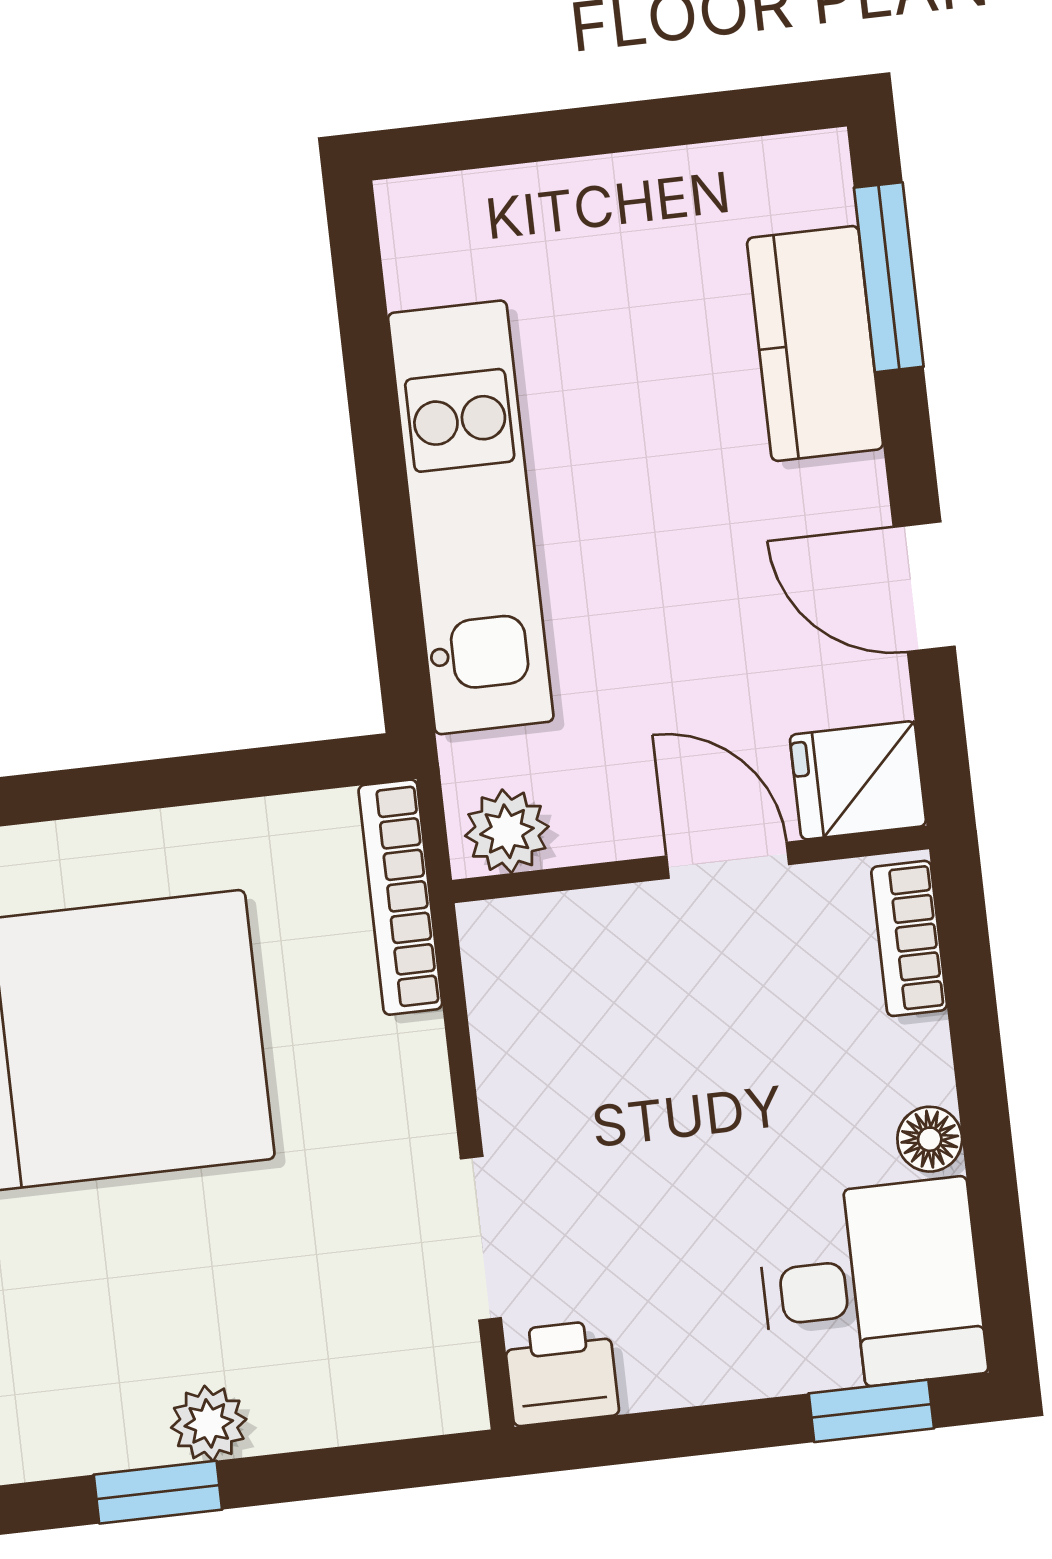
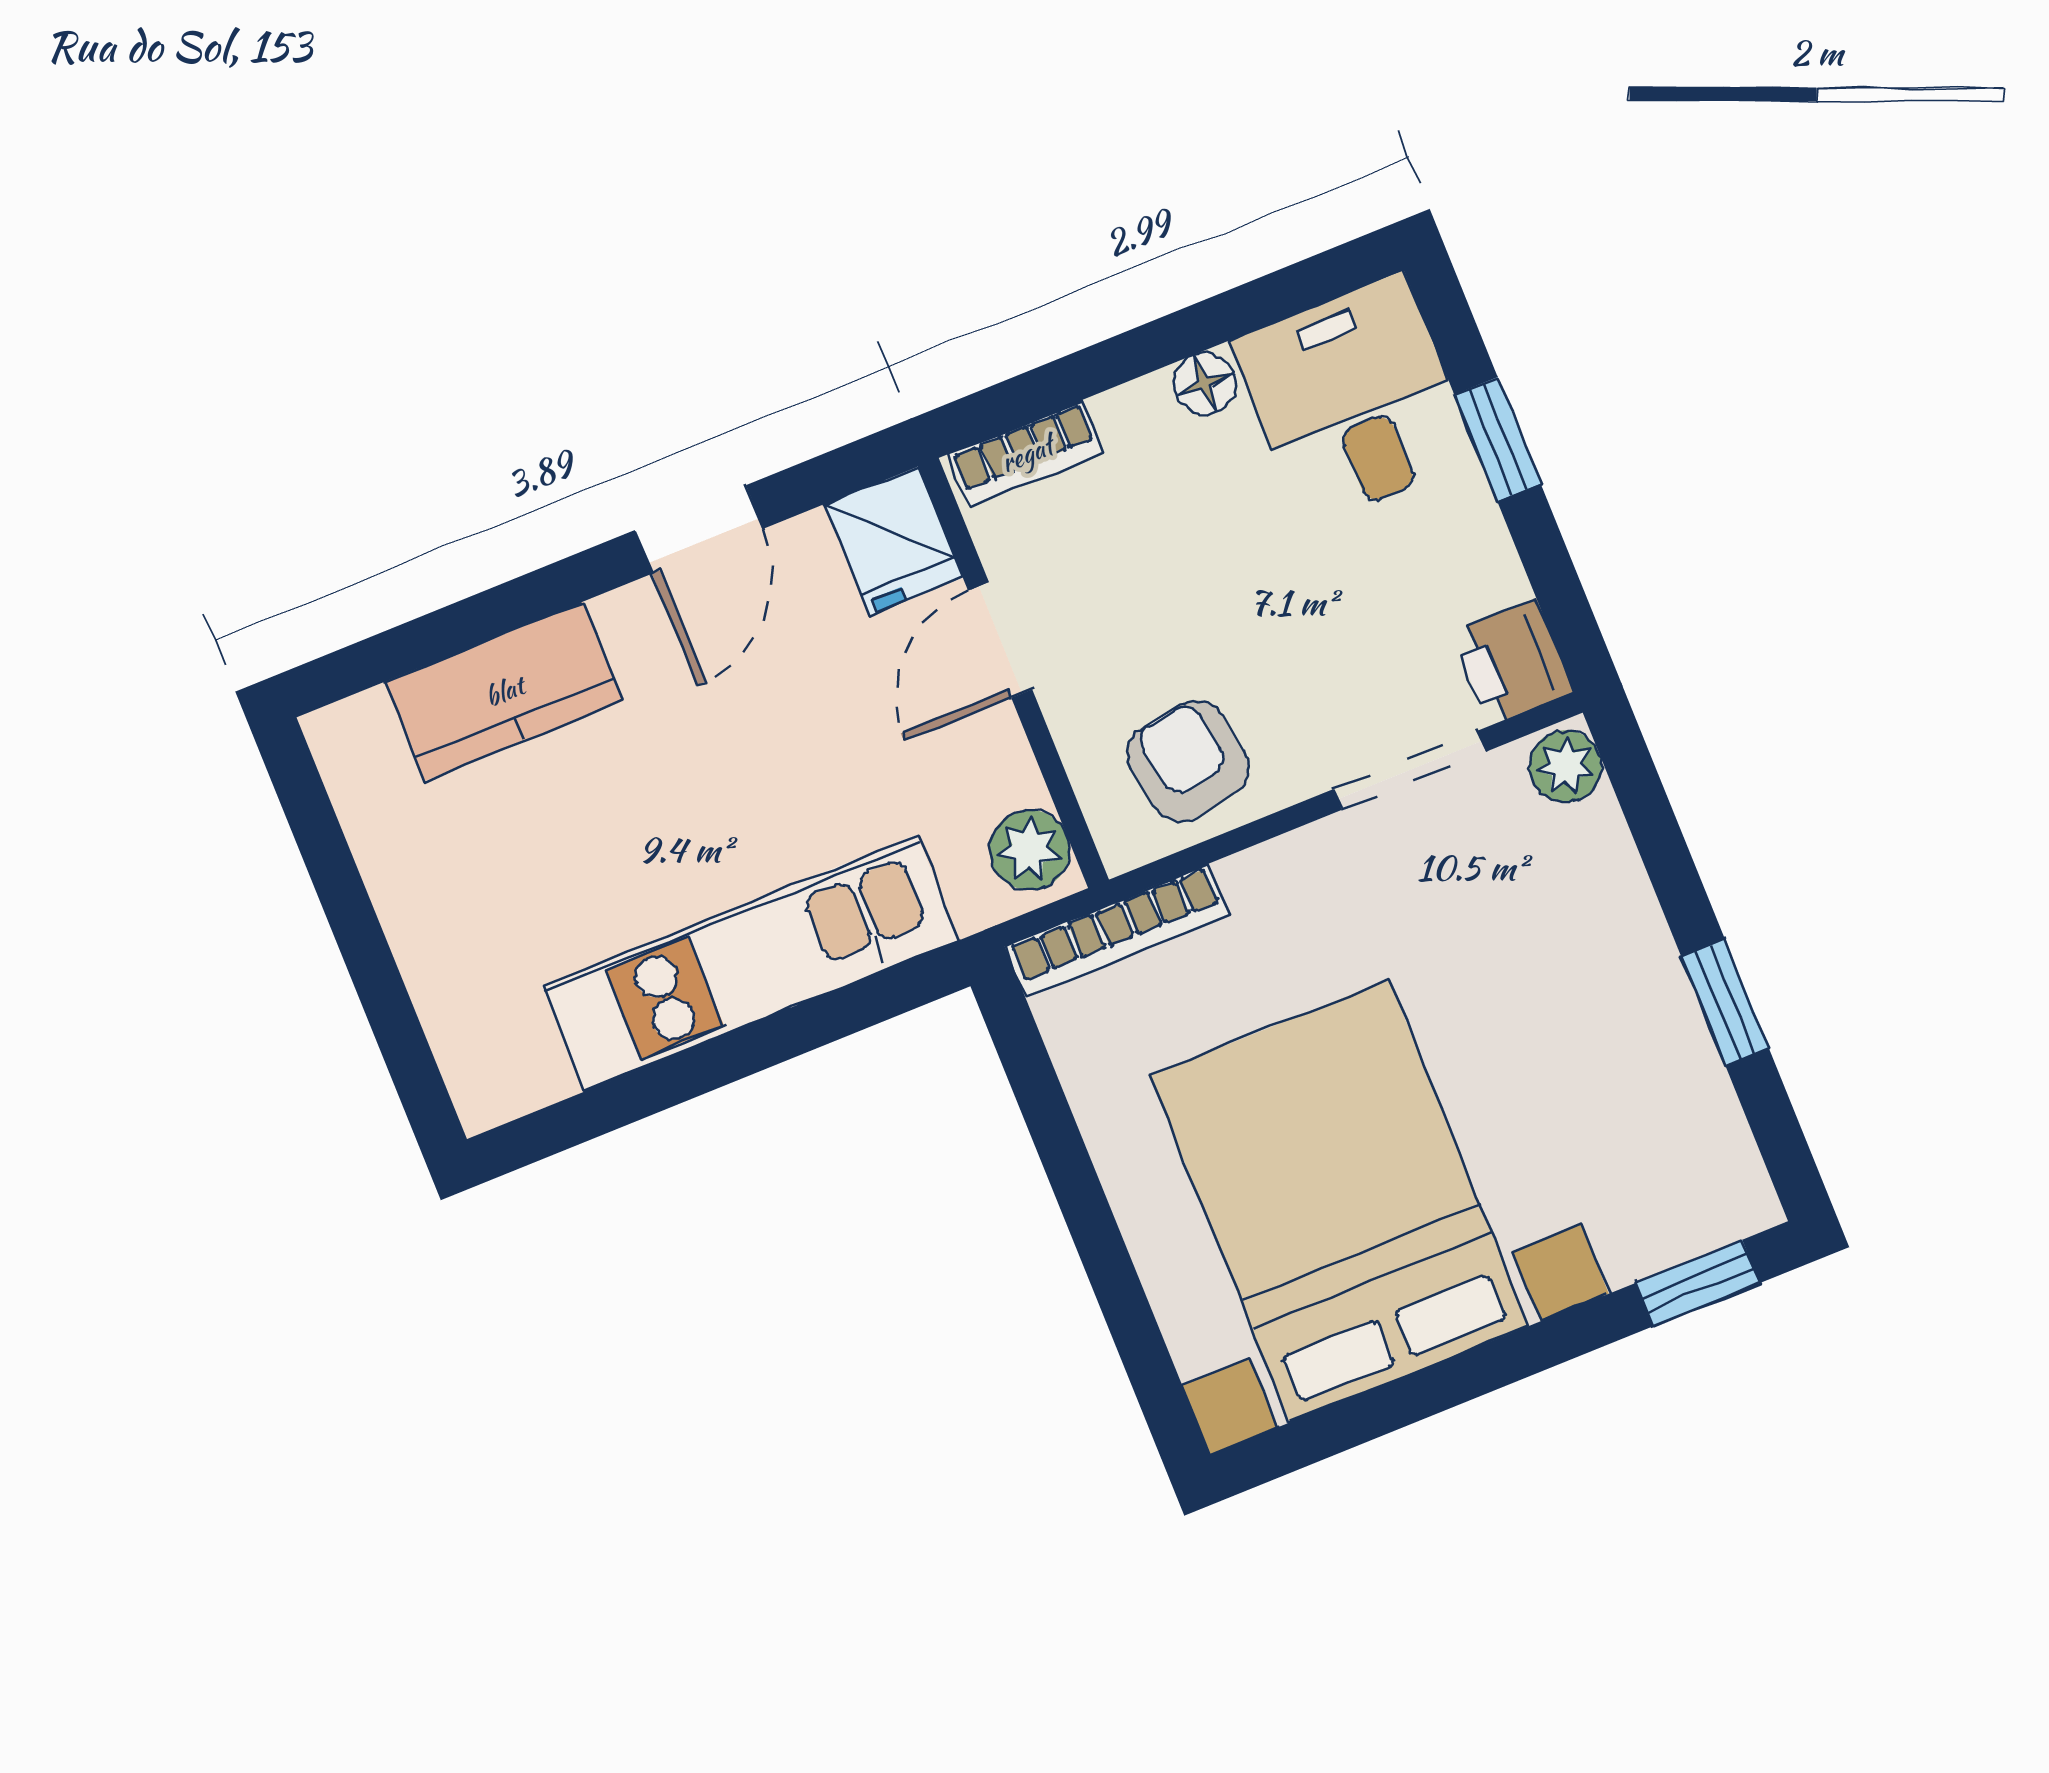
window: (889, 277) -> (424, 641), removed
armchair: (553, 1017) -> (1188, 761), added
window: (871, 1411) -> (1497, 439), moved
plant: (209, 1423) -> (1565, 766), moved

